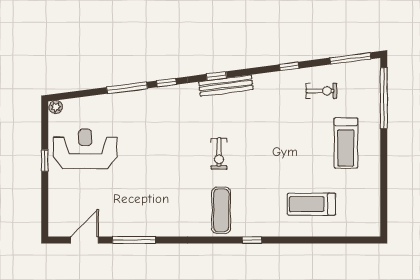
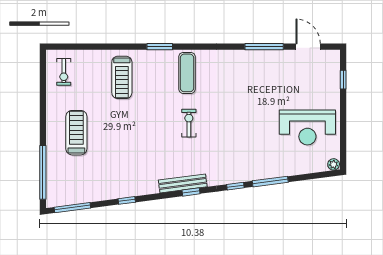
exercise bike: (321, 91) -> (64, 72), moved, turned -90
window: (45, 160) -> (343, 80), moved
treadmill: (311, 204) -> (122, 77), moved, turned 90
door: (84, 240) -> (308, 47), swing flipped
window: (252, 240) -> (160, 47), width x1.50

